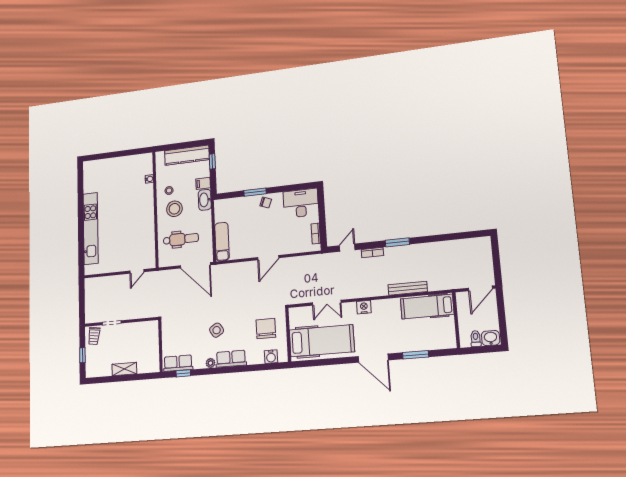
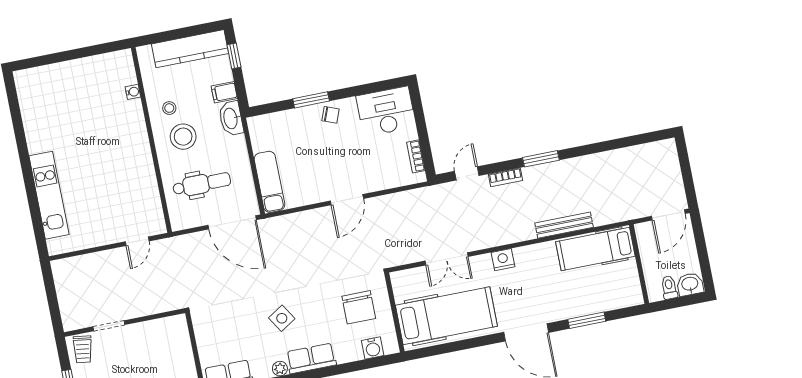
kitchen unit: (91, 228) -> (49, 195), width x0.73
chair: (266, 329) -> (359, 307), turned 180

